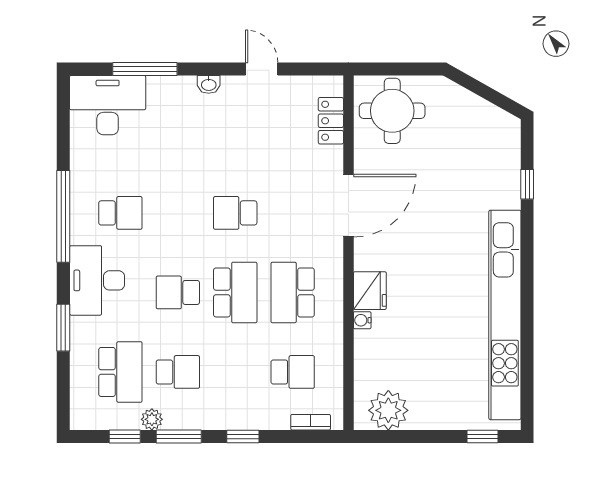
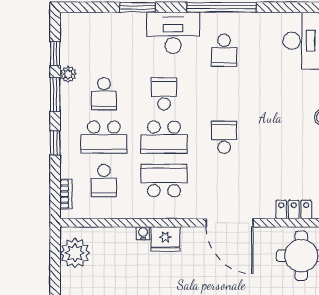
school desk: (120, 372) -> (104, 137), moved

